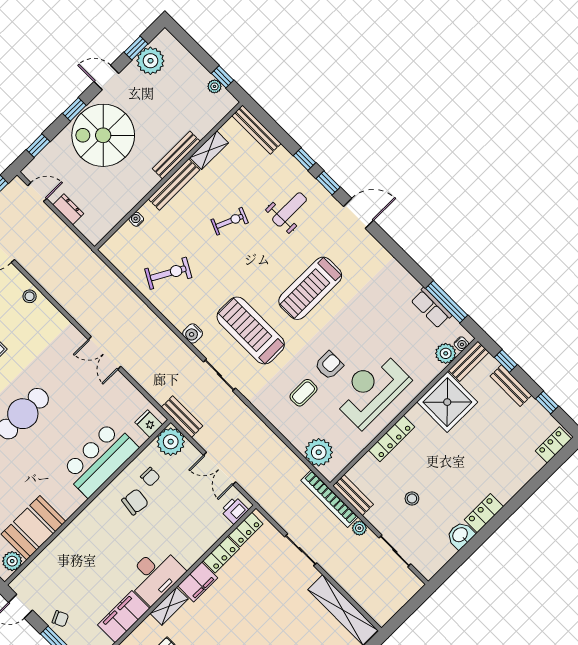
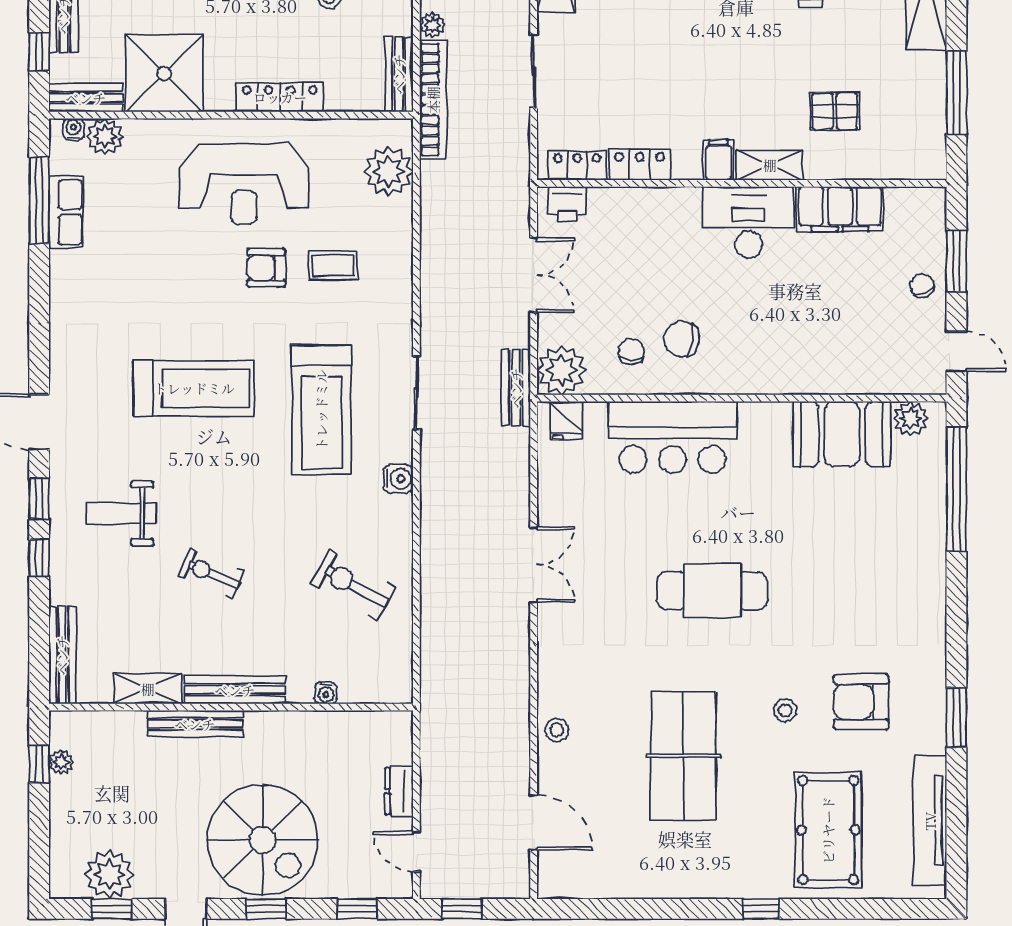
filing cabinet: (198, 582) -> (719, 160), width x0.50

